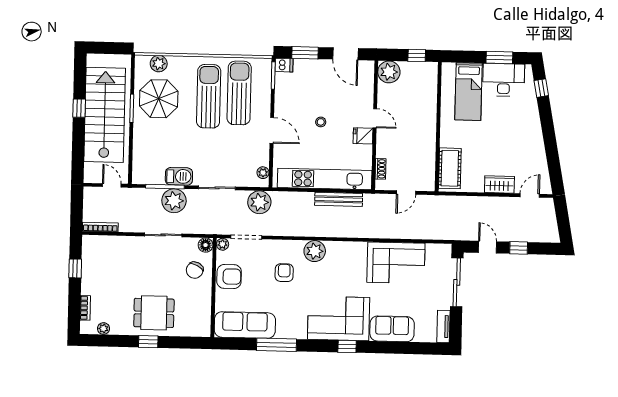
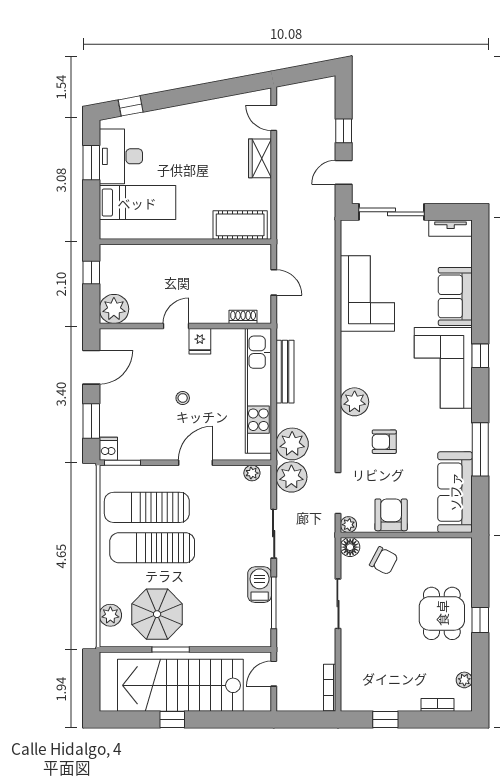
plant: (174, 201) -> (292, 444), moved

